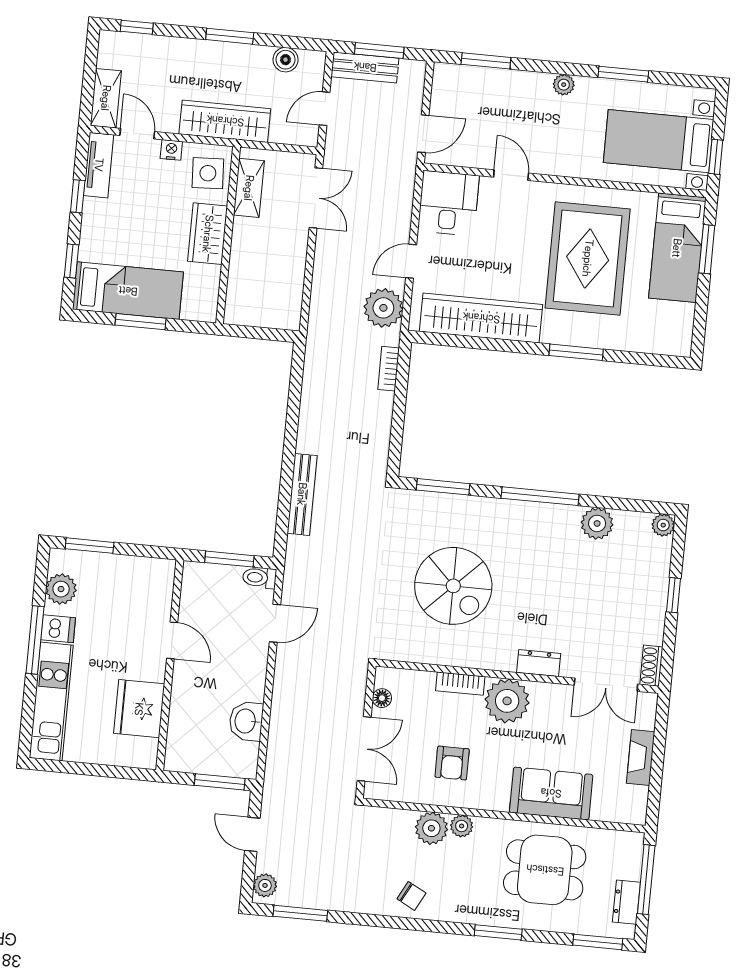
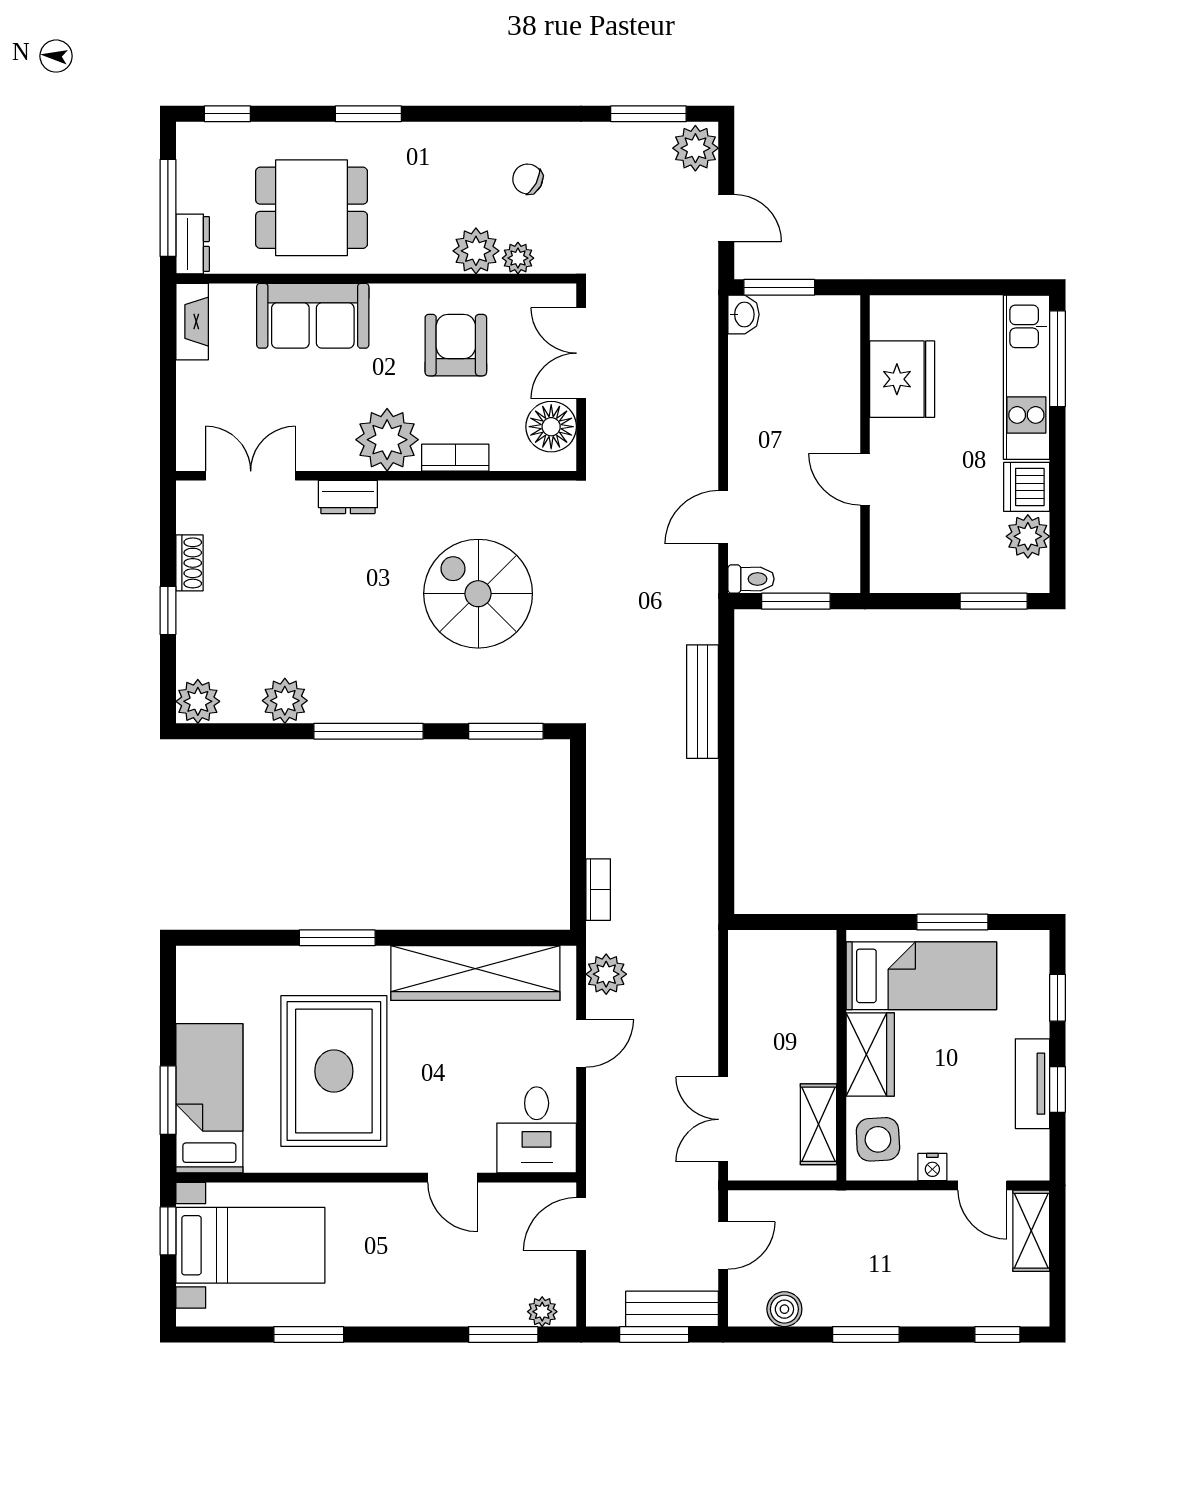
plant: (564, 85) -> (542, 1312), moved
wardrobe: (225, 121) -> (861, 1214), removed
tv unit: (99, 165) -> (1032, 1084), moved
bed: (128, 291) -> (921, 976), moved, turned 180
plant: (383, 308) -> (606, 974), width x0.73, depth x0.73
plant: (663, 525) -> (198, 701), width x1.38, depth x1.38
dishwasher: (58, 629) -> (1027, 487), width x1.38
window: (35, 640) -> (1057, 359), moved
shoe rack: (651, 666) -> (189, 563), moved
floor lamp: (382, 698) -> (551, 427), width x1.89, depth x1.89
washbasin: (246, 721) -> (743, 314), moved, width x0.72, depth x0.69
fireplace: (641, 758) -> (192, 322), moved
armchair: (452, 763) -> (456, 345), width x1.38, depth x1.38
plant: (462, 826) -> (518, 258), moved
plant: (265, 885) -> (695, 148), width x1.38, depth x1.38
chair: (411, 896) -> (528, 179), moved
dresser: (626, 902) -> (193, 244), moved
window: (598, 942) -> (227, 114), width x0.67

